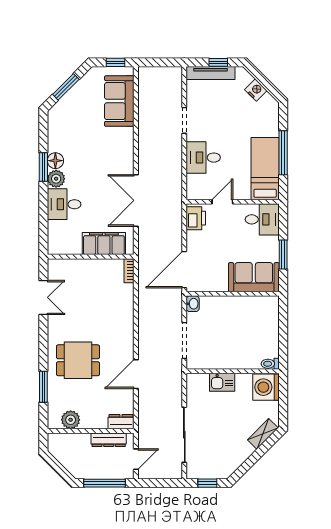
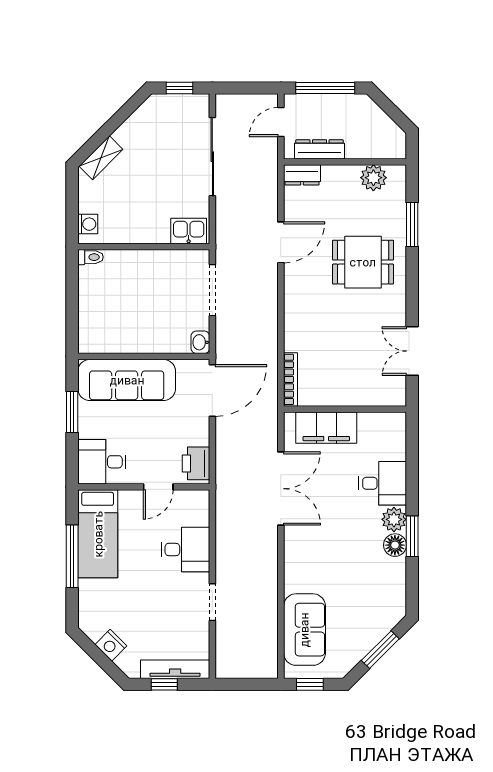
bookcase: (129, 271) -> (291, 379), width x1.56
sofa: (254, 277) -> (127, 380), width x1.36
kitchen sink: (222, 382) -> (189, 231), moved
washing machine: (266, 387) -> (88, 224), width x0.53, depth x0.53

